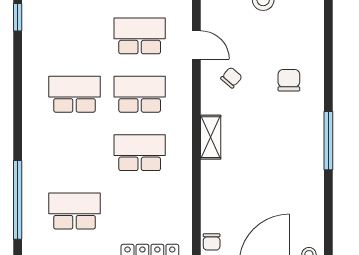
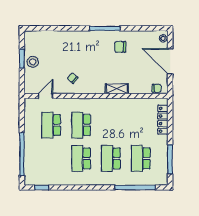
door: (196, 45) -> (46, 96), moved
chair: (289, 80) -> (120, 47), moved
shelving: (211, 137) -> (117, 89), moved
school desk: (140, 153) -> (111, 158), moved

